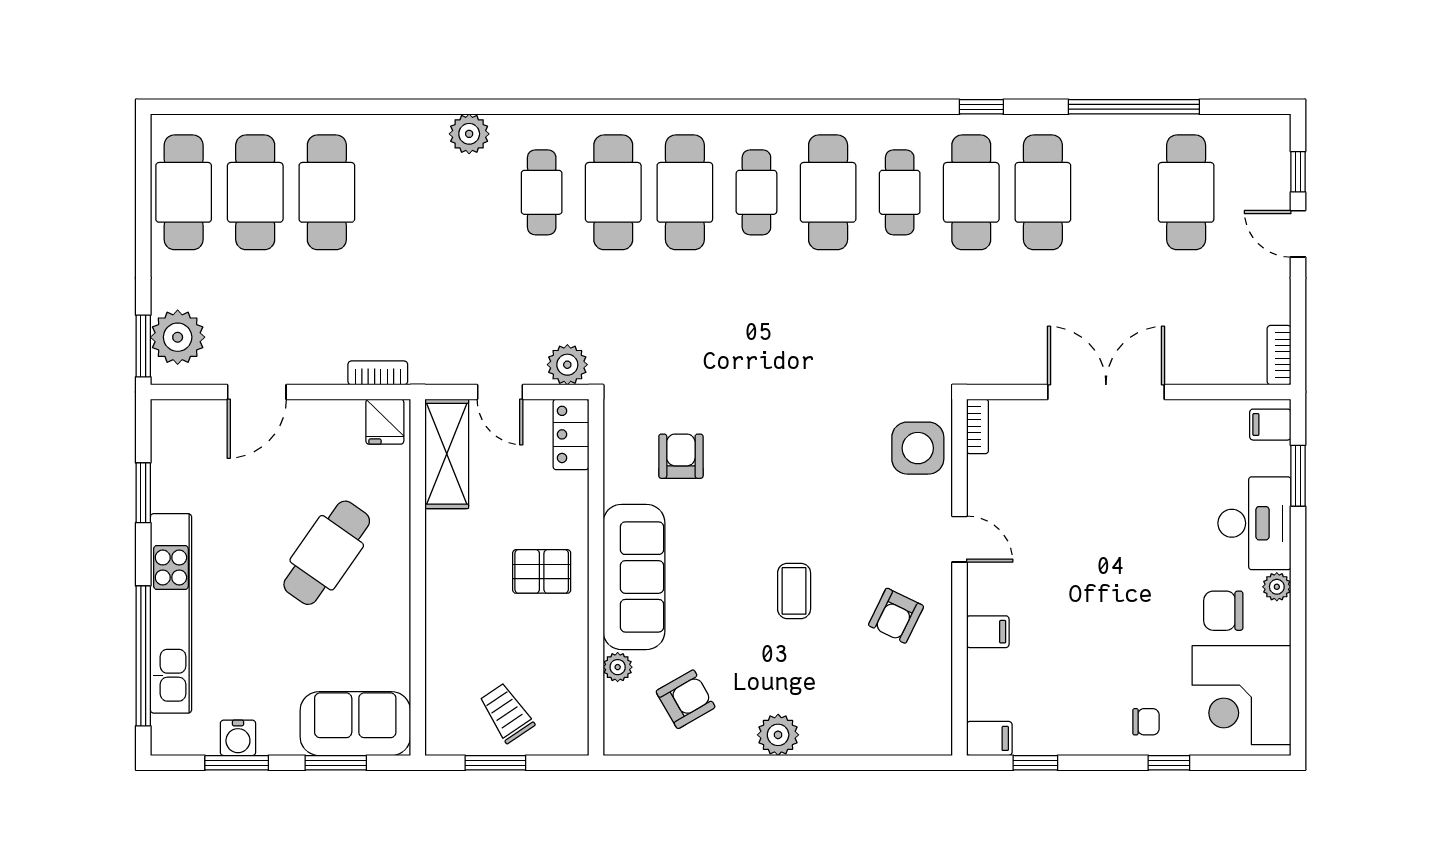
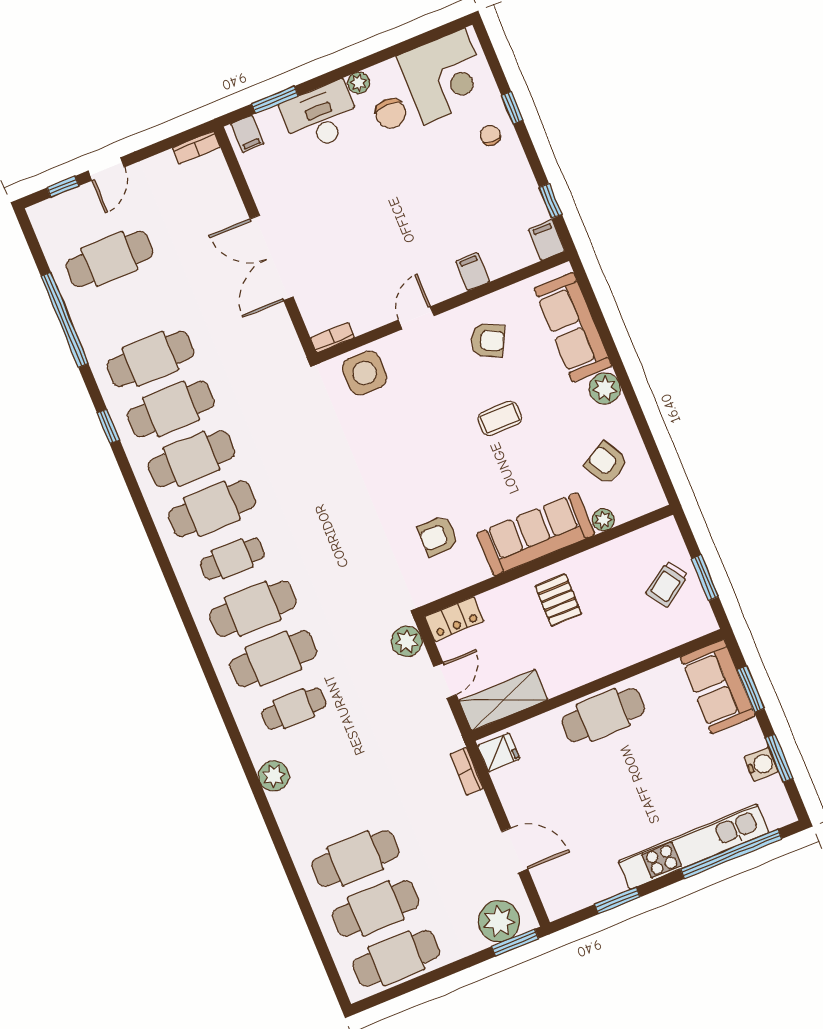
cafe table: (900, 192) -> (191, 459), width x1.37, depth x1.35
cafe table: (327, 553) -> (603, 715), moved, turned -35
sofa: (869, 727) -> (573, 327), added

